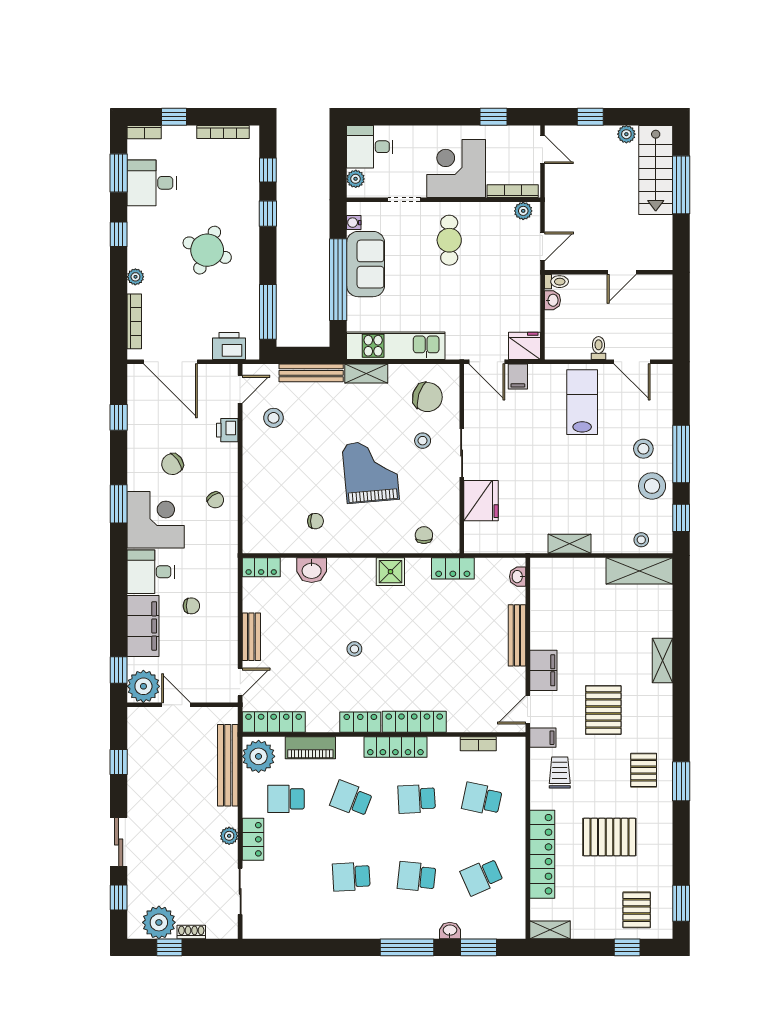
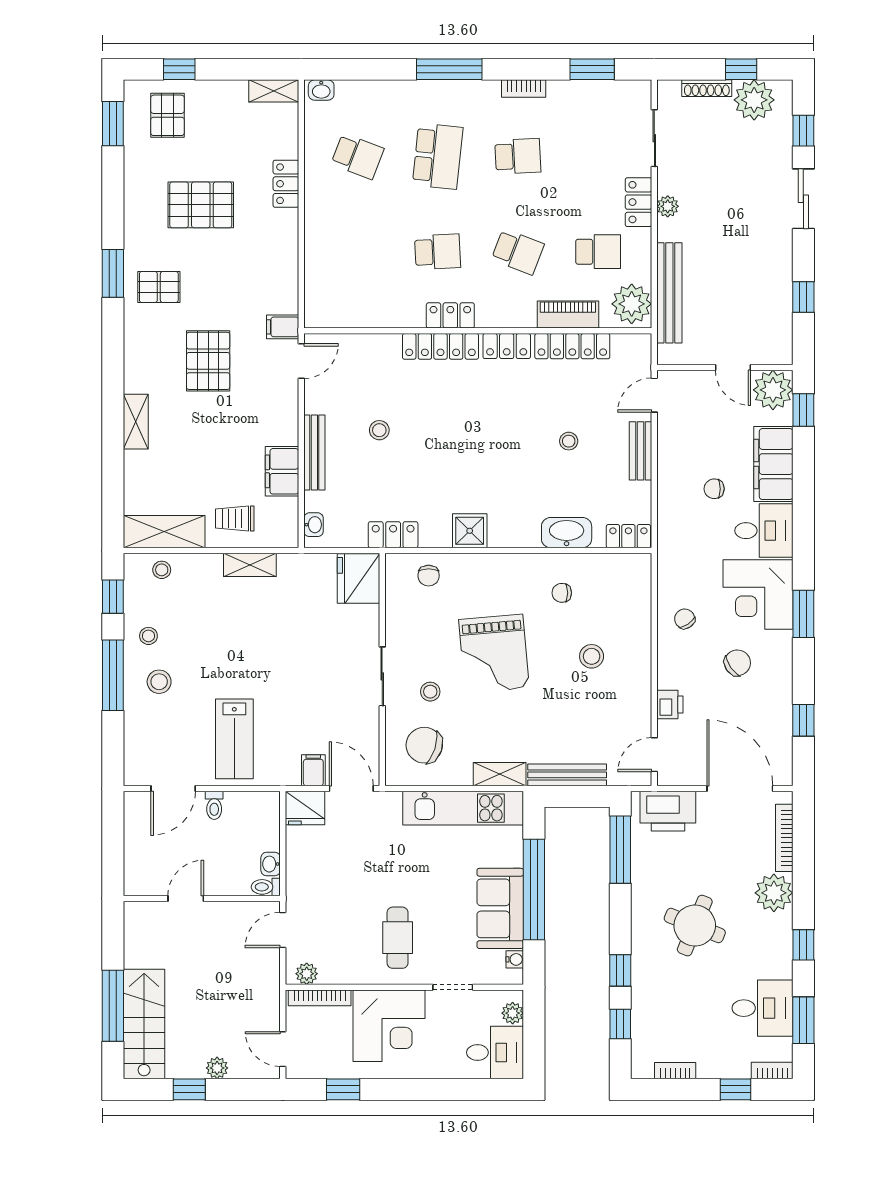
window: (590, 117) -> (189, 1089), moved
bookcase: (223, 132) -> (675, 1071), width x0.64
plant: (626, 134) -> (217, 1068), moved
plant: (135, 277) -> (774, 893), width x1.88, depth x1.88
printer: (229, 346) -> (668, 811), width x1.37, depth x1.19
door: (632, 362) -> (173, 789), swing flipped
stool: (274, 418) -> (592, 656), moved
stool: (652, 486) -> (148, 636), width x0.53, depth x0.53
fridge: (481, 501) -> (358, 578), moved
washbasin: (312, 570) -> (567, 533), width x1.38
stool: (354, 649) -> (569, 441), moved
stool: (464, 654) -> (379, 430), added
filing cabinet: (543, 670) -> (282, 471), moved
locker: (274, 722) -> (572, 346), moved
bookcase: (478, 744) -> (524, 89), moved, turned 180
locker: (395, 747) -> (450, 315), width x0.66
pallet: (644, 770) -> (159, 287), turned 90
trolley: (560, 772) -> (235, 519), moved, turned 90
school desk: (482, 799) -> (357, 252), removed
locker: (542, 854) -> (286, 184), width x0.46, depth x0.83
school desk: (417, 877) -> (438, 156), width x1.85
school desk: (482, 877) -> (357, 156), turned 45
washbasin: (450, 931) -> (321, 90), moved
shoe rack: (191, 932) -> (707, 88), width x1.43
window: (479, 947) -> (592, 69), moved

